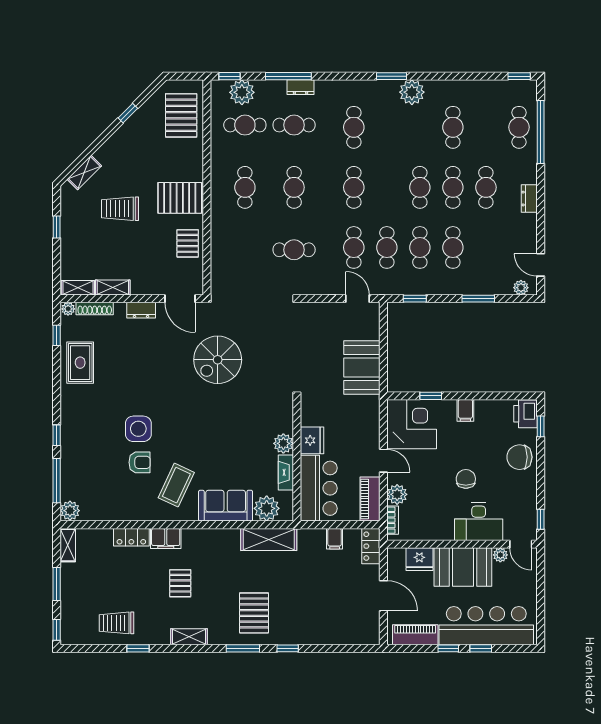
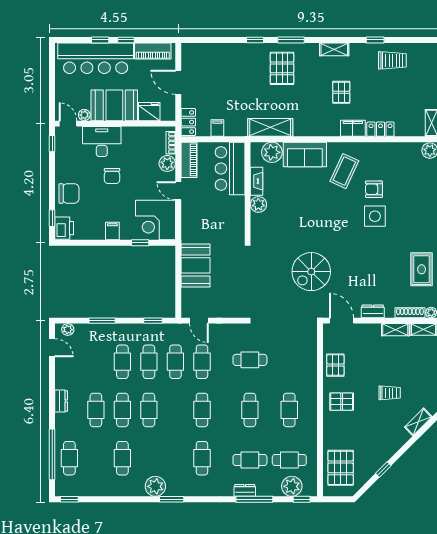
pallet: (180, 198) -> (342, 402), width x0.67, depth x0.71
trolley: (120, 209) -> (390, 393), width x0.73, depth x0.72
spiral stairs: (218, 360) -> (311, 272), turned 180
fridge: (312, 440) -> (235, 207), removed

